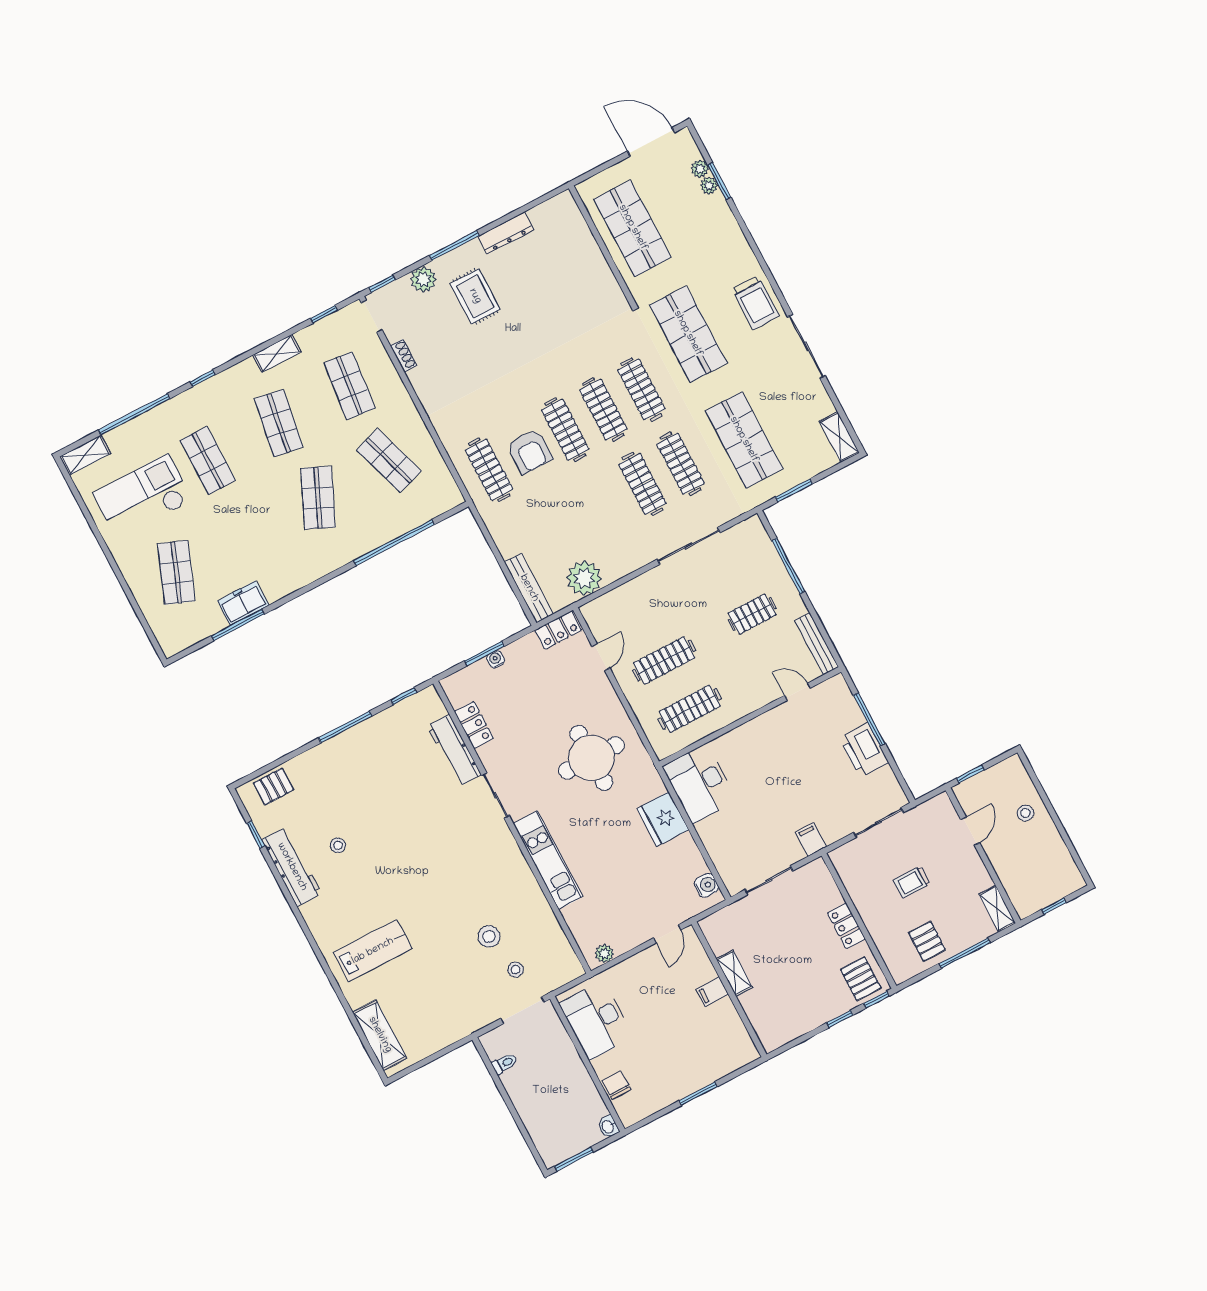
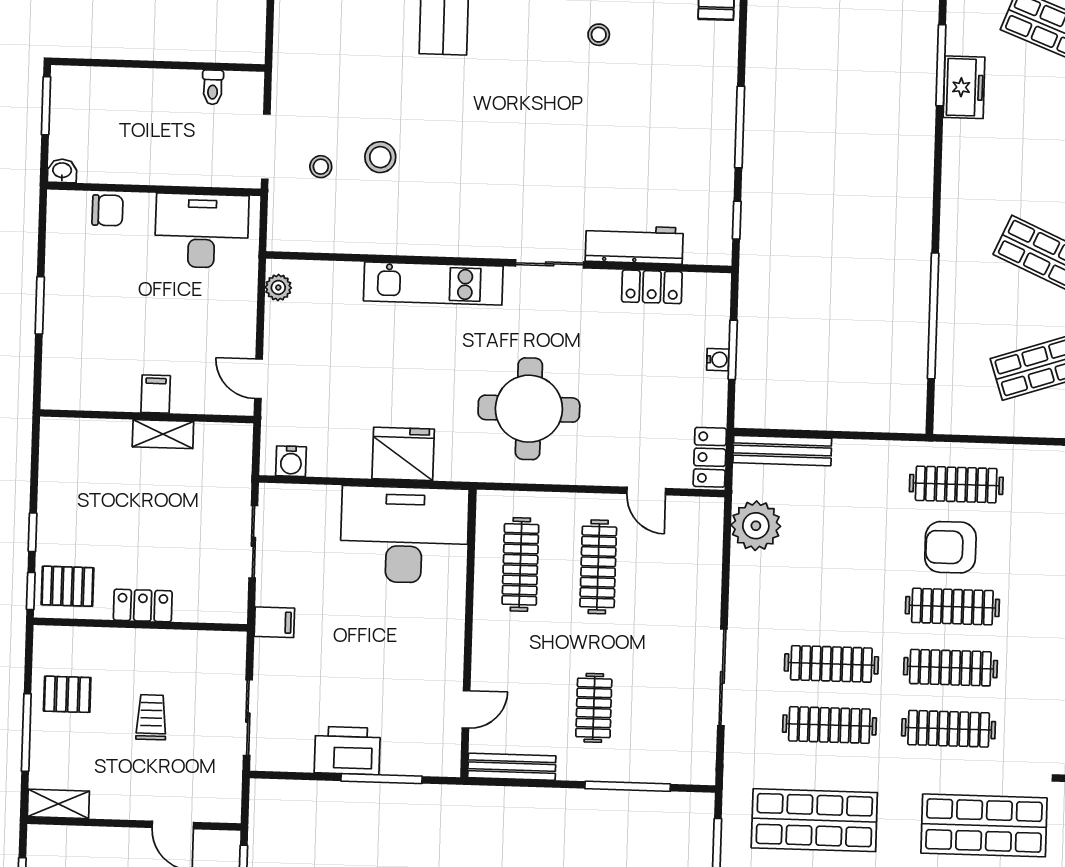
desk: (700, 783) -> (404, 535), width x1.36, depth x1.30

